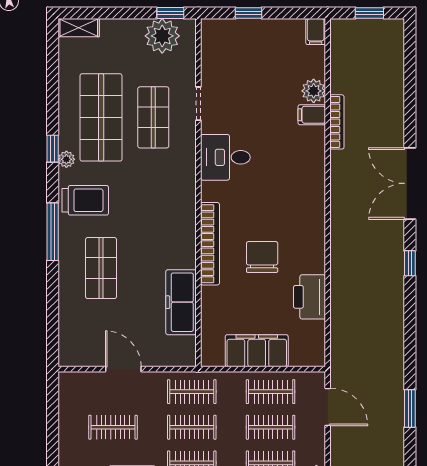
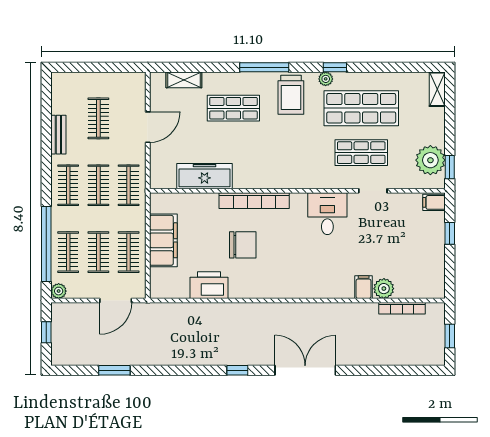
filing cabinet: (316, 32) -> (434, 202), moved
bookcase: (337, 122) -> (402, 308), moved
shelving: (68, 326) -> (184, 80), added

